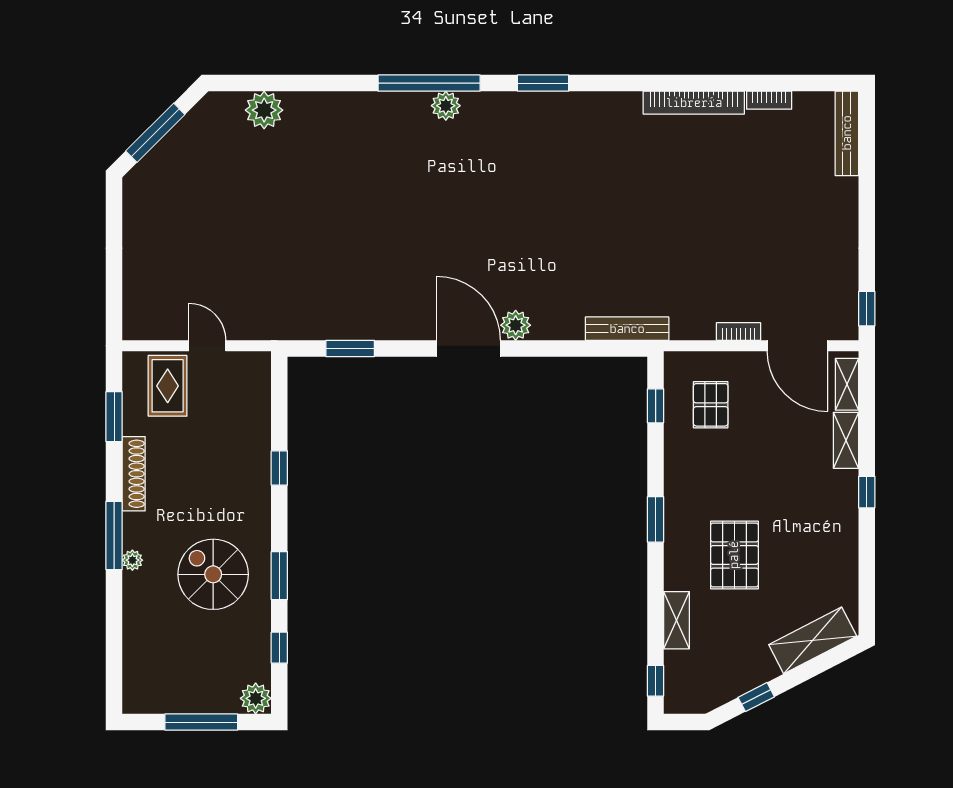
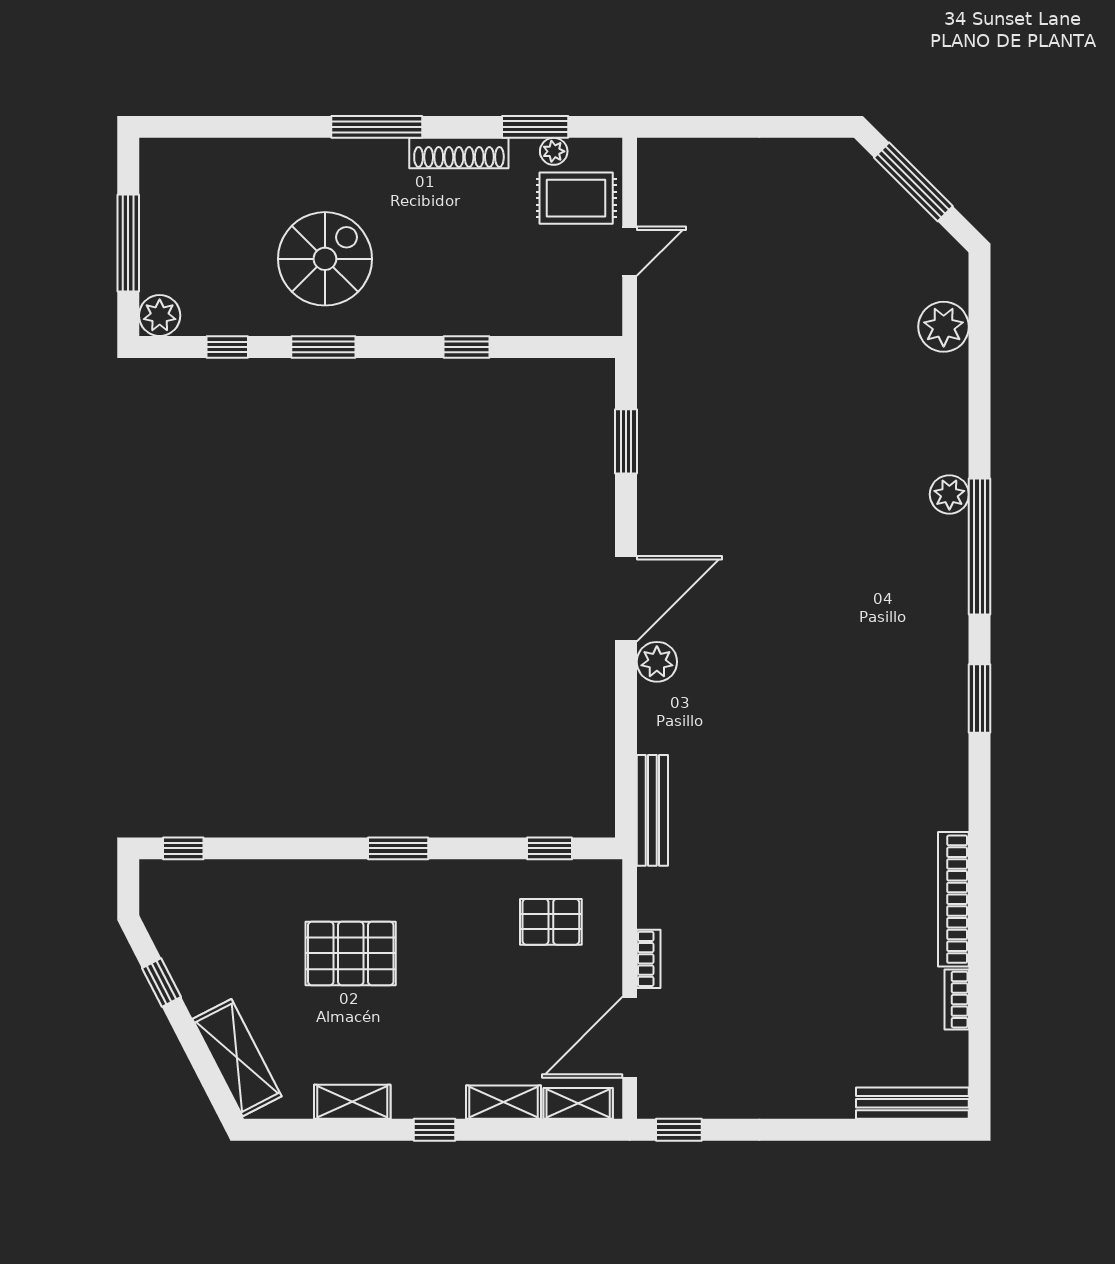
plant: (446, 106) -> (949, 494), moved
plant: (132, 560) -> (554, 151), moved
shelving: (677, 620) -> (352, 1102), moved

